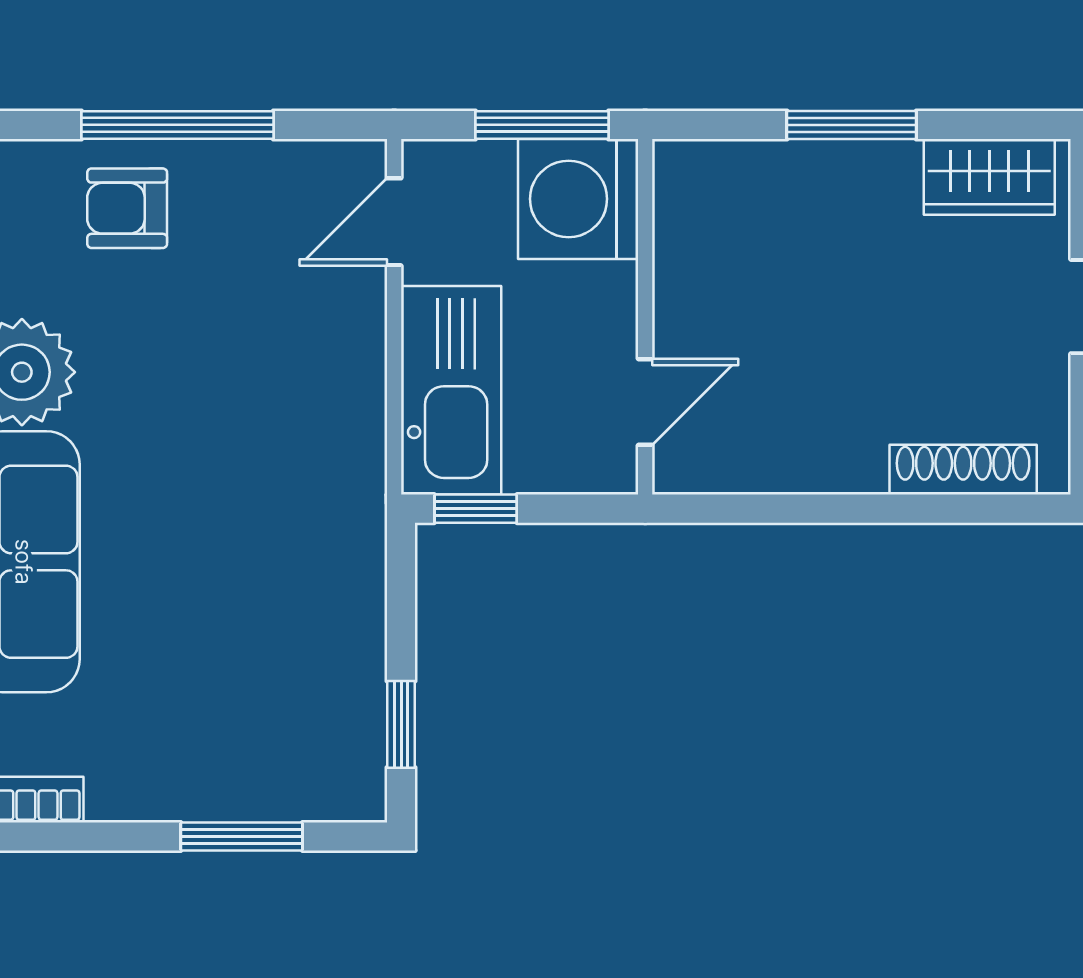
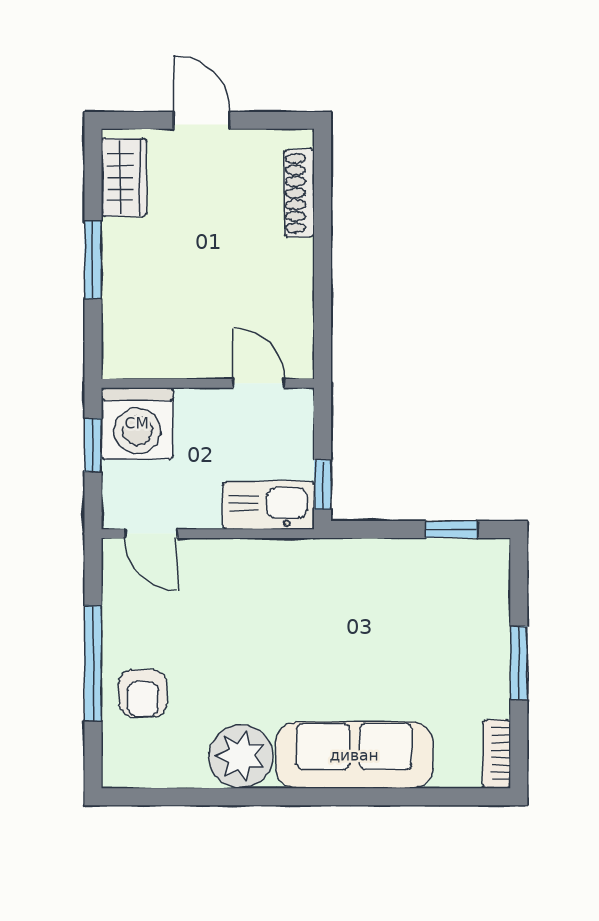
window: (542, 125) -> (93, 445), width x0.67
kitchen sink: (451, 390) -> (268, 505), width x0.73, depth x0.81
window: (242, 837) -> (519, 663), moved

